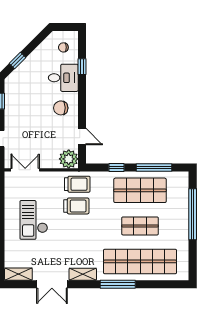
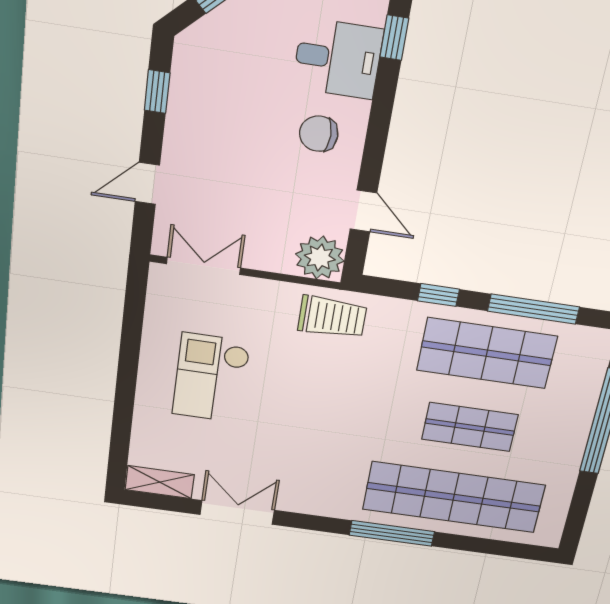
trolley: (76, 206) -> (322, 364), removed
shelving: (83, 274) -> (313, 503), removed
double door: (52, 284) -> (237, 512), swing flipped

